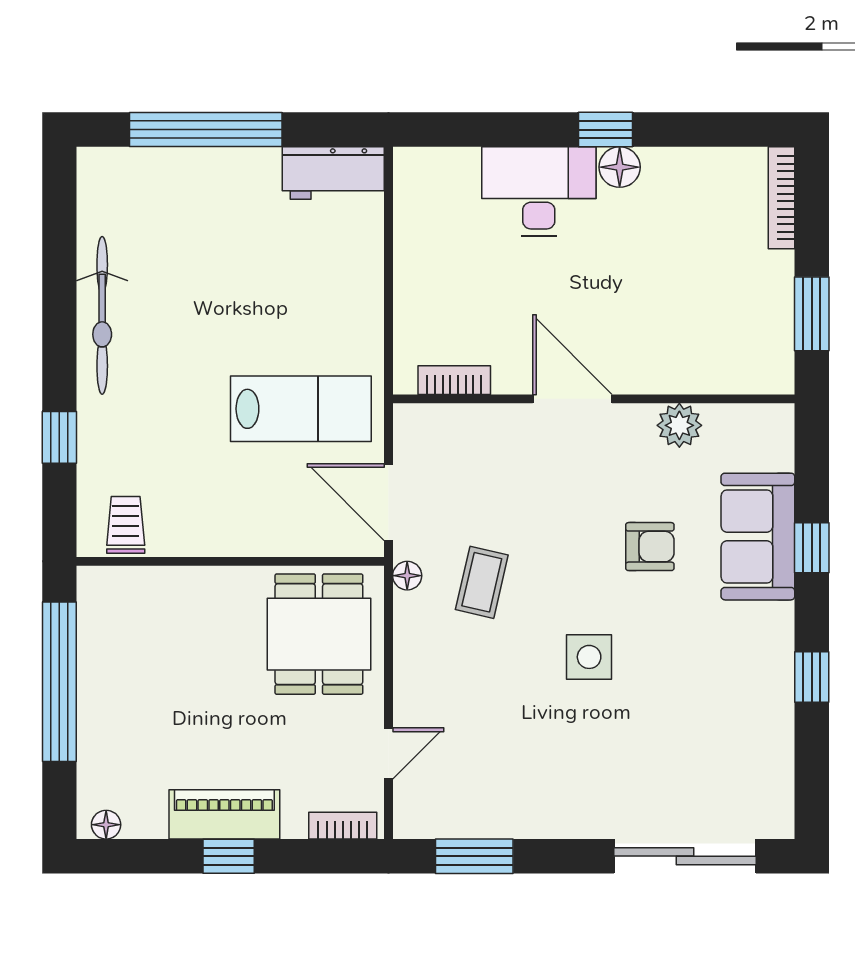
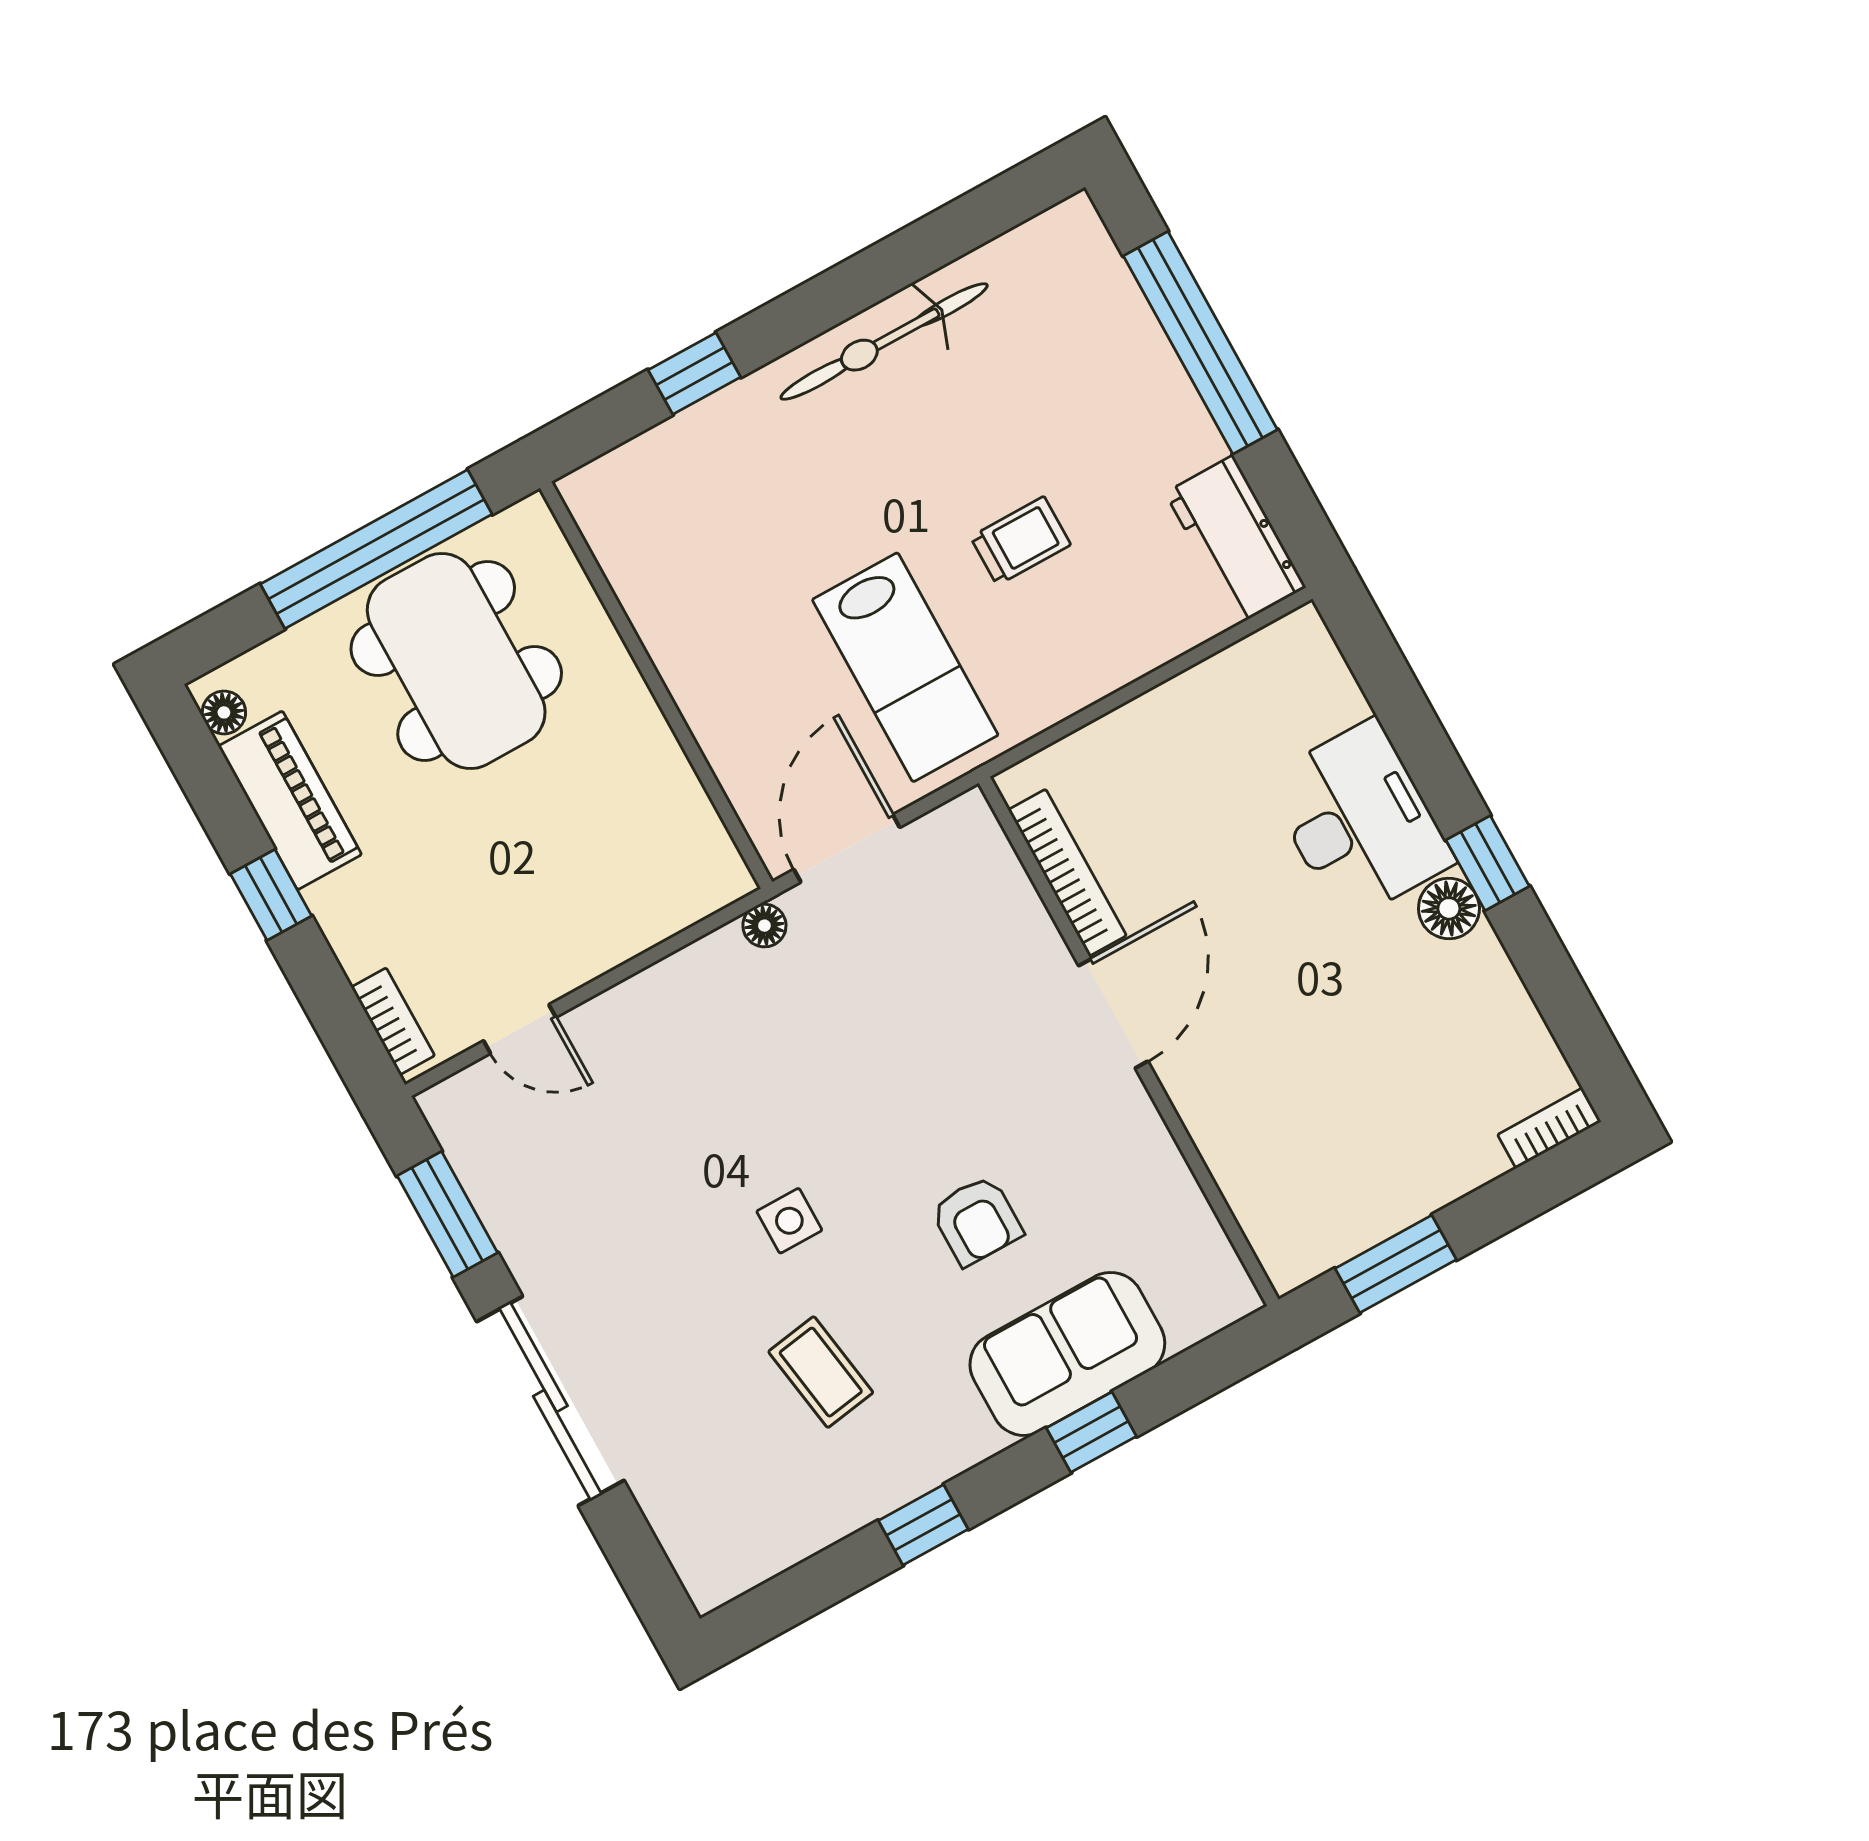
bookcase: (782, 198) -> (1549, 1128), width x0.64
bookcase: (454, 380) -> (1067, 873), width x1.56
plant: (679, 425) -> (1156, 1172), removed
trolley: (126, 525) -> (1020, 541), moved
coffee table: (482, 582) -> (821, 1372), moved, turned 68
dining table: (319, 634) -> (456, 661), moved, width x1.38
side table: (589, 657) -> (789, 1221), width x0.73, depth x0.73
piano: (224, 814) -> (290, 800), moved
sliding door: (685, 856) -> (550, 1401), moved

